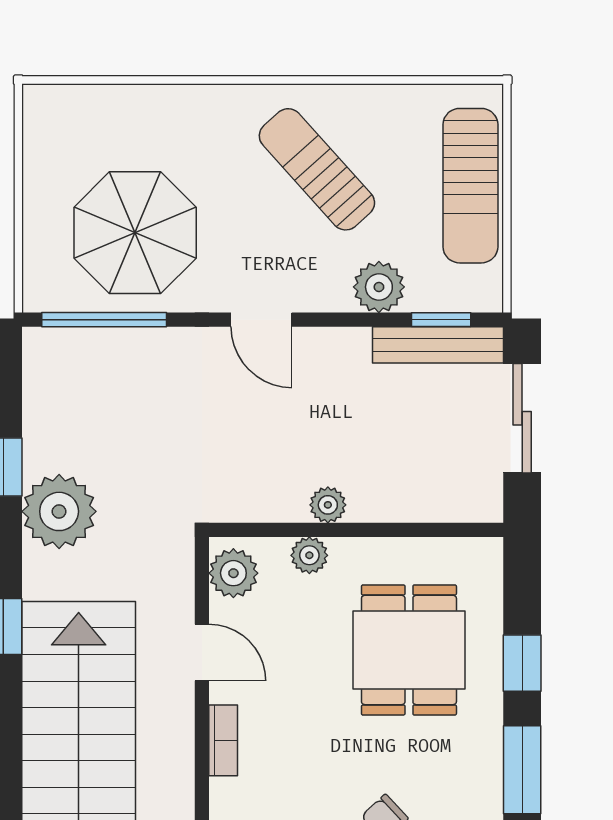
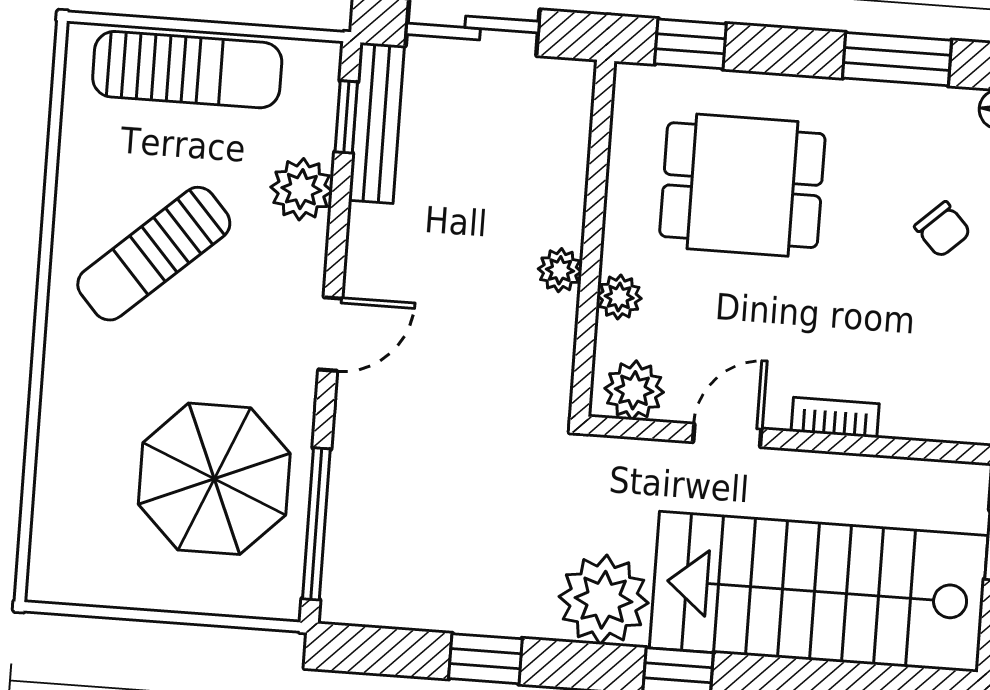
plant: (59, 511) -> (604, 600), moved
window: (522, 663) -> (690, 44), moved

